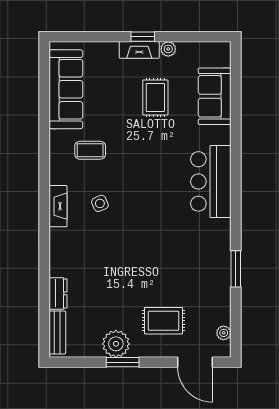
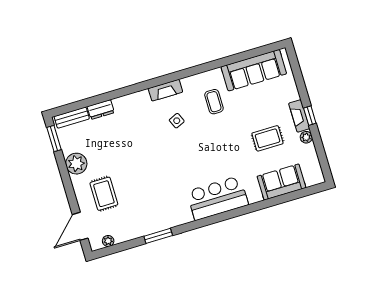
window: (123, 362) -> (54, 139), moved

